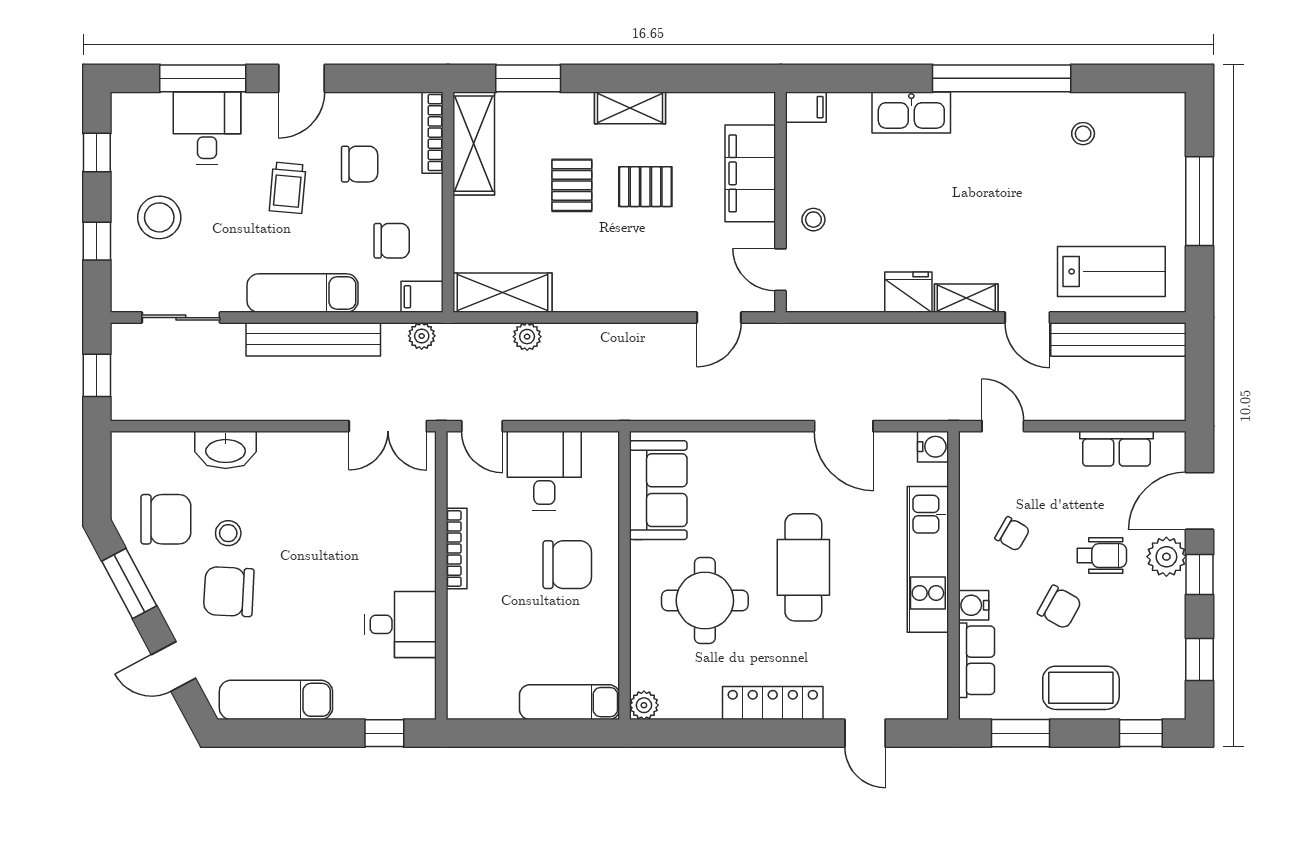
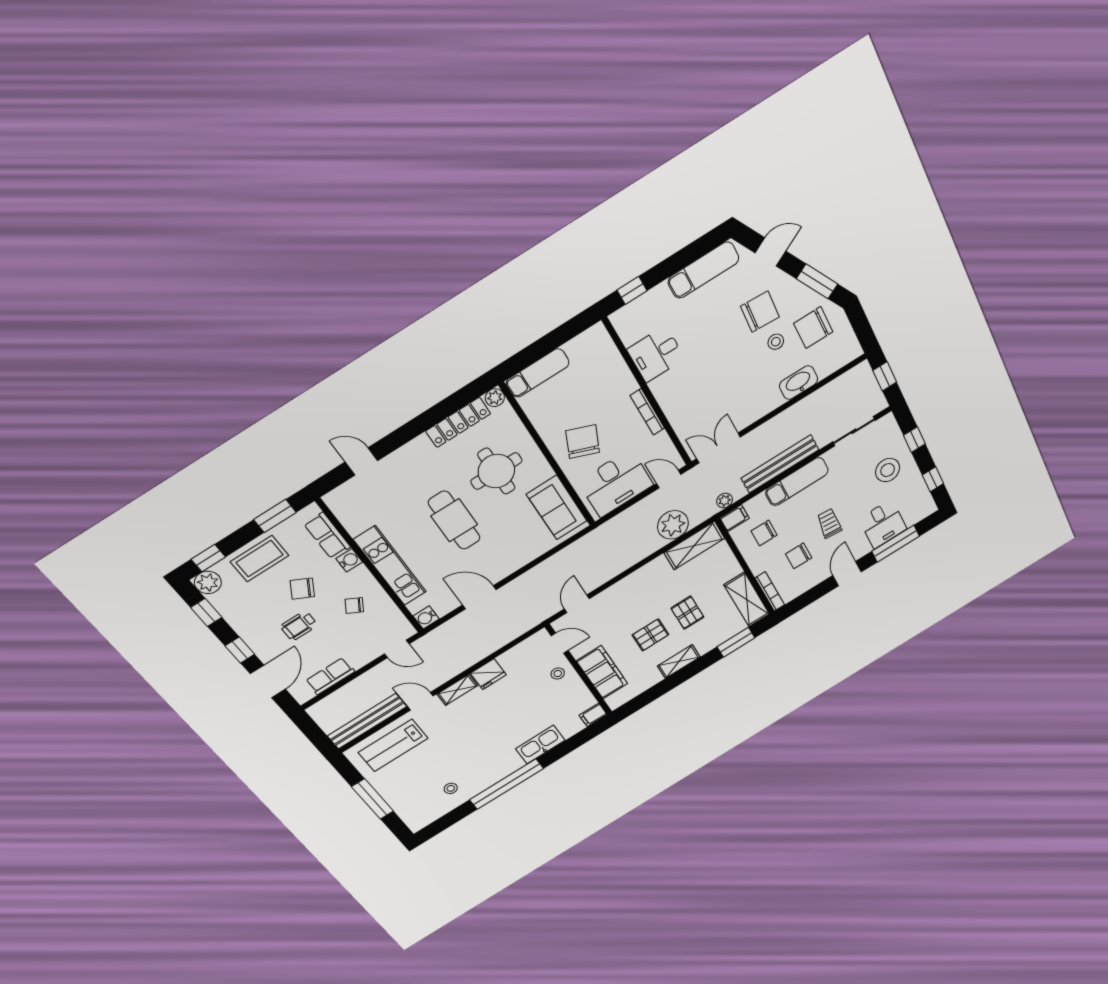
plant: (527, 337) -> (673, 525), width x1.88, depth x1.88
desk: (544, 471) -> (616, 483), width x1.37
plant: (1166, 557) -> (208, 582), moved
chair: (567, 565) -> (583, 442), turned 112
locker: (773, 703) -> (458, 422), moved

